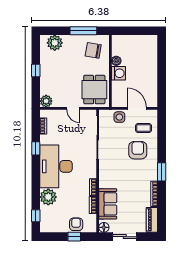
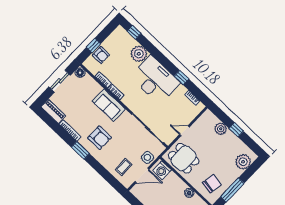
washing machine: (118, 73) -> (162, 170), moved
plant: (46, 101) -> (221, 129), moved
armchair: (138, 150) -> (99, 138), moved
sofa: (108, 204) -> (109, 105), moved

